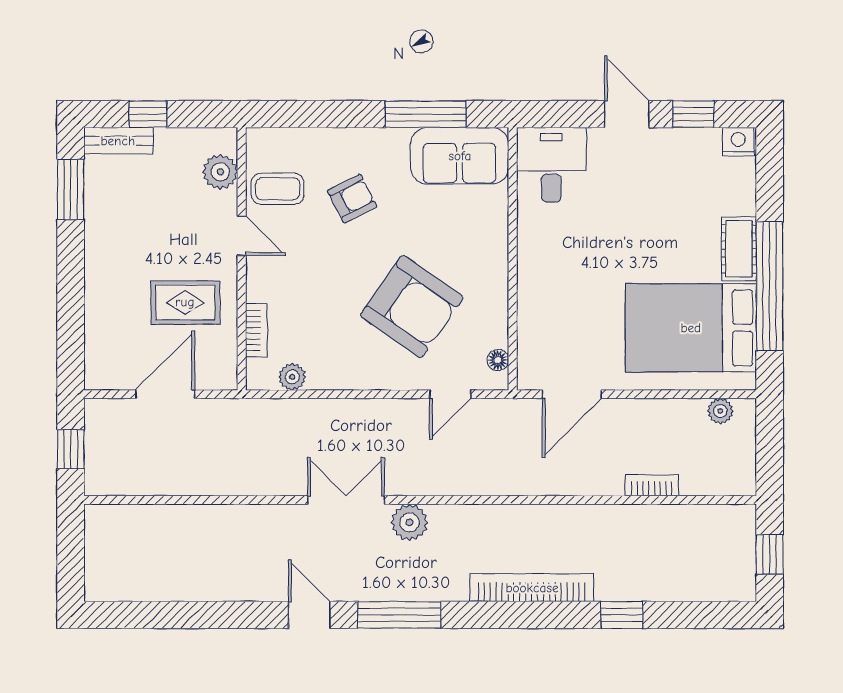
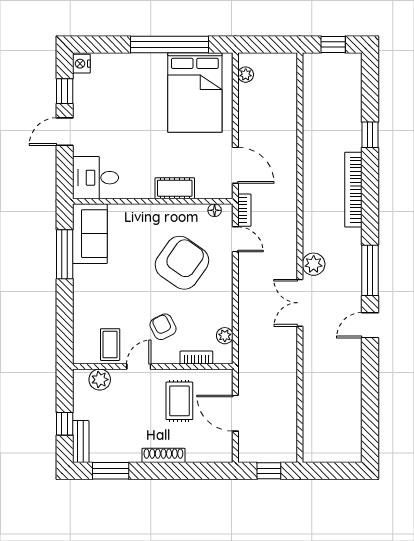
armchair: (352, 199) -> (163, 327), moved
cot: (739, 249) -> (175, 188), moved
shoe rack: (96, 276) -> (163, 455), added
bookcase: (652, 485) -> (244, 210), moved, turned 180

